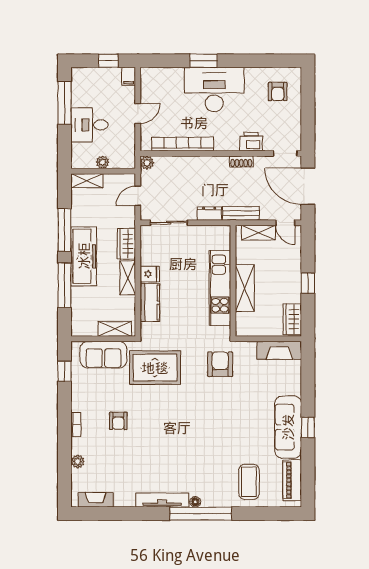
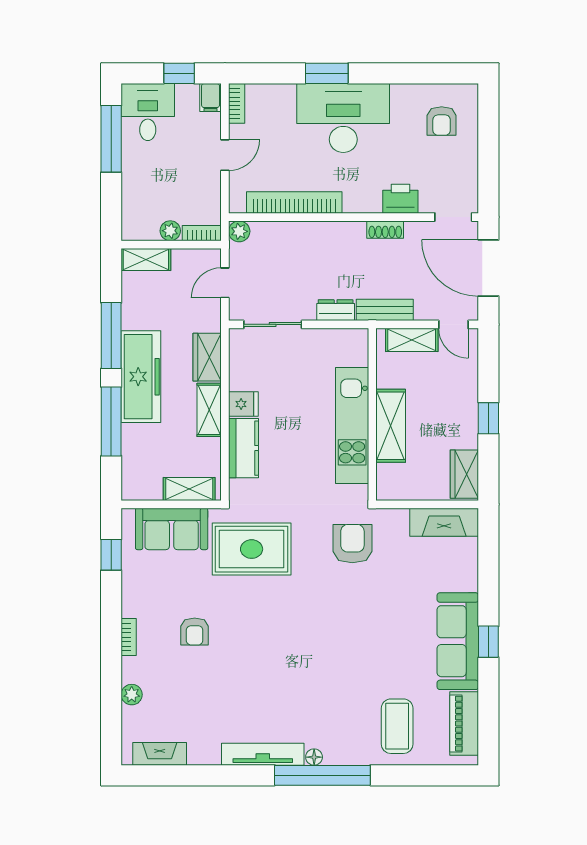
bookcase: (145, 80) -> (237, 103), added
desk: (89, 125) -> (148, 112), moved, turned 90
bookcase: (123, 164) -> (201, 233), added

